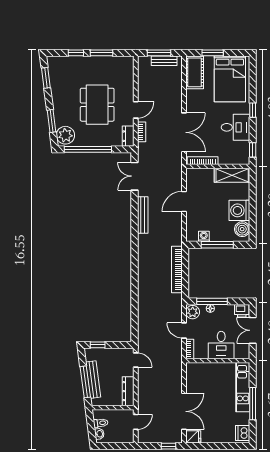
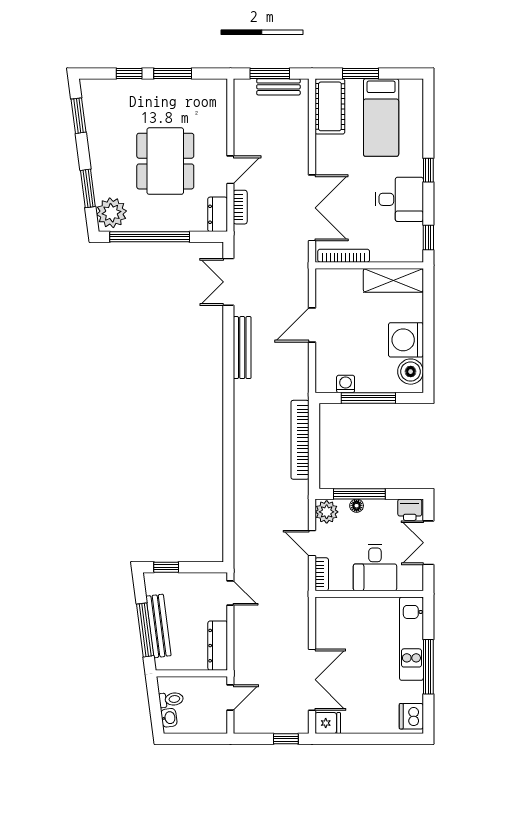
bed: (230, 79) -> (381, 118), width x0.67

